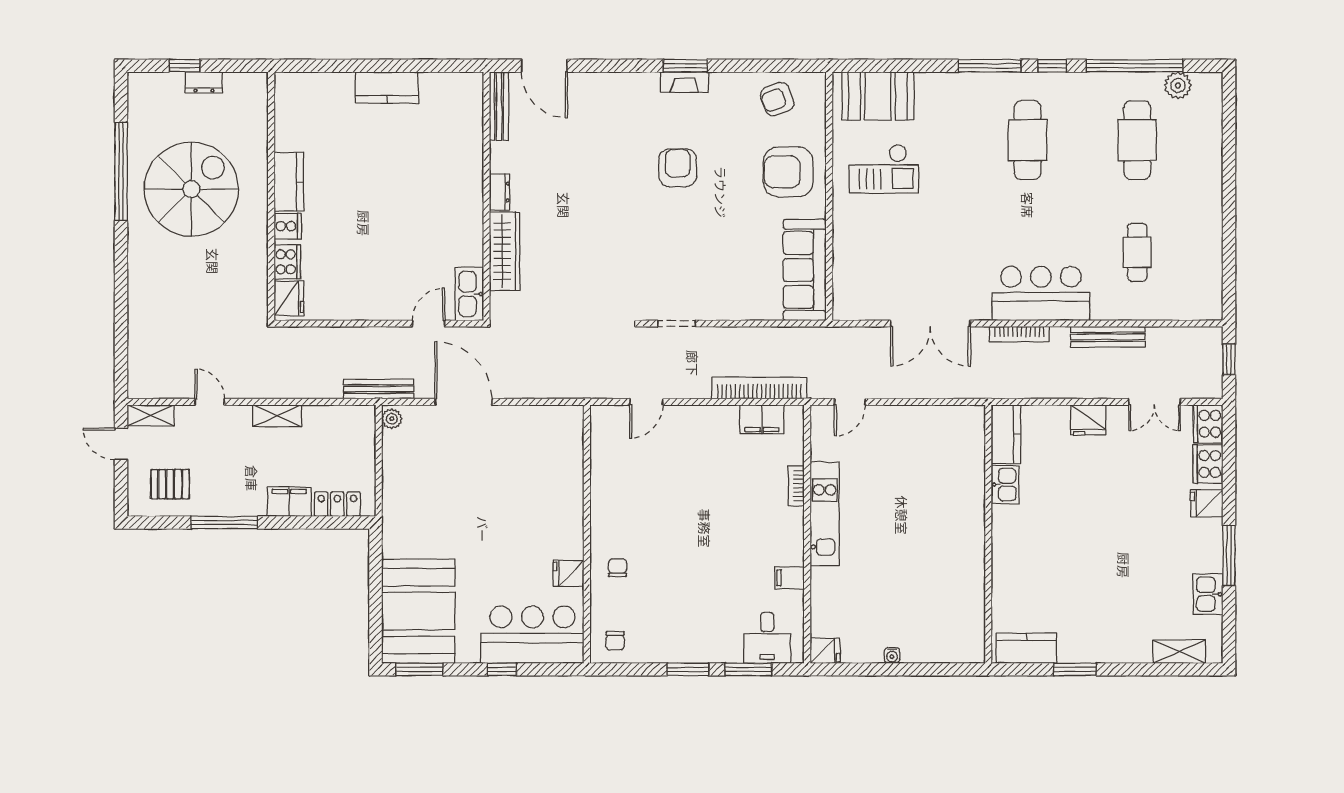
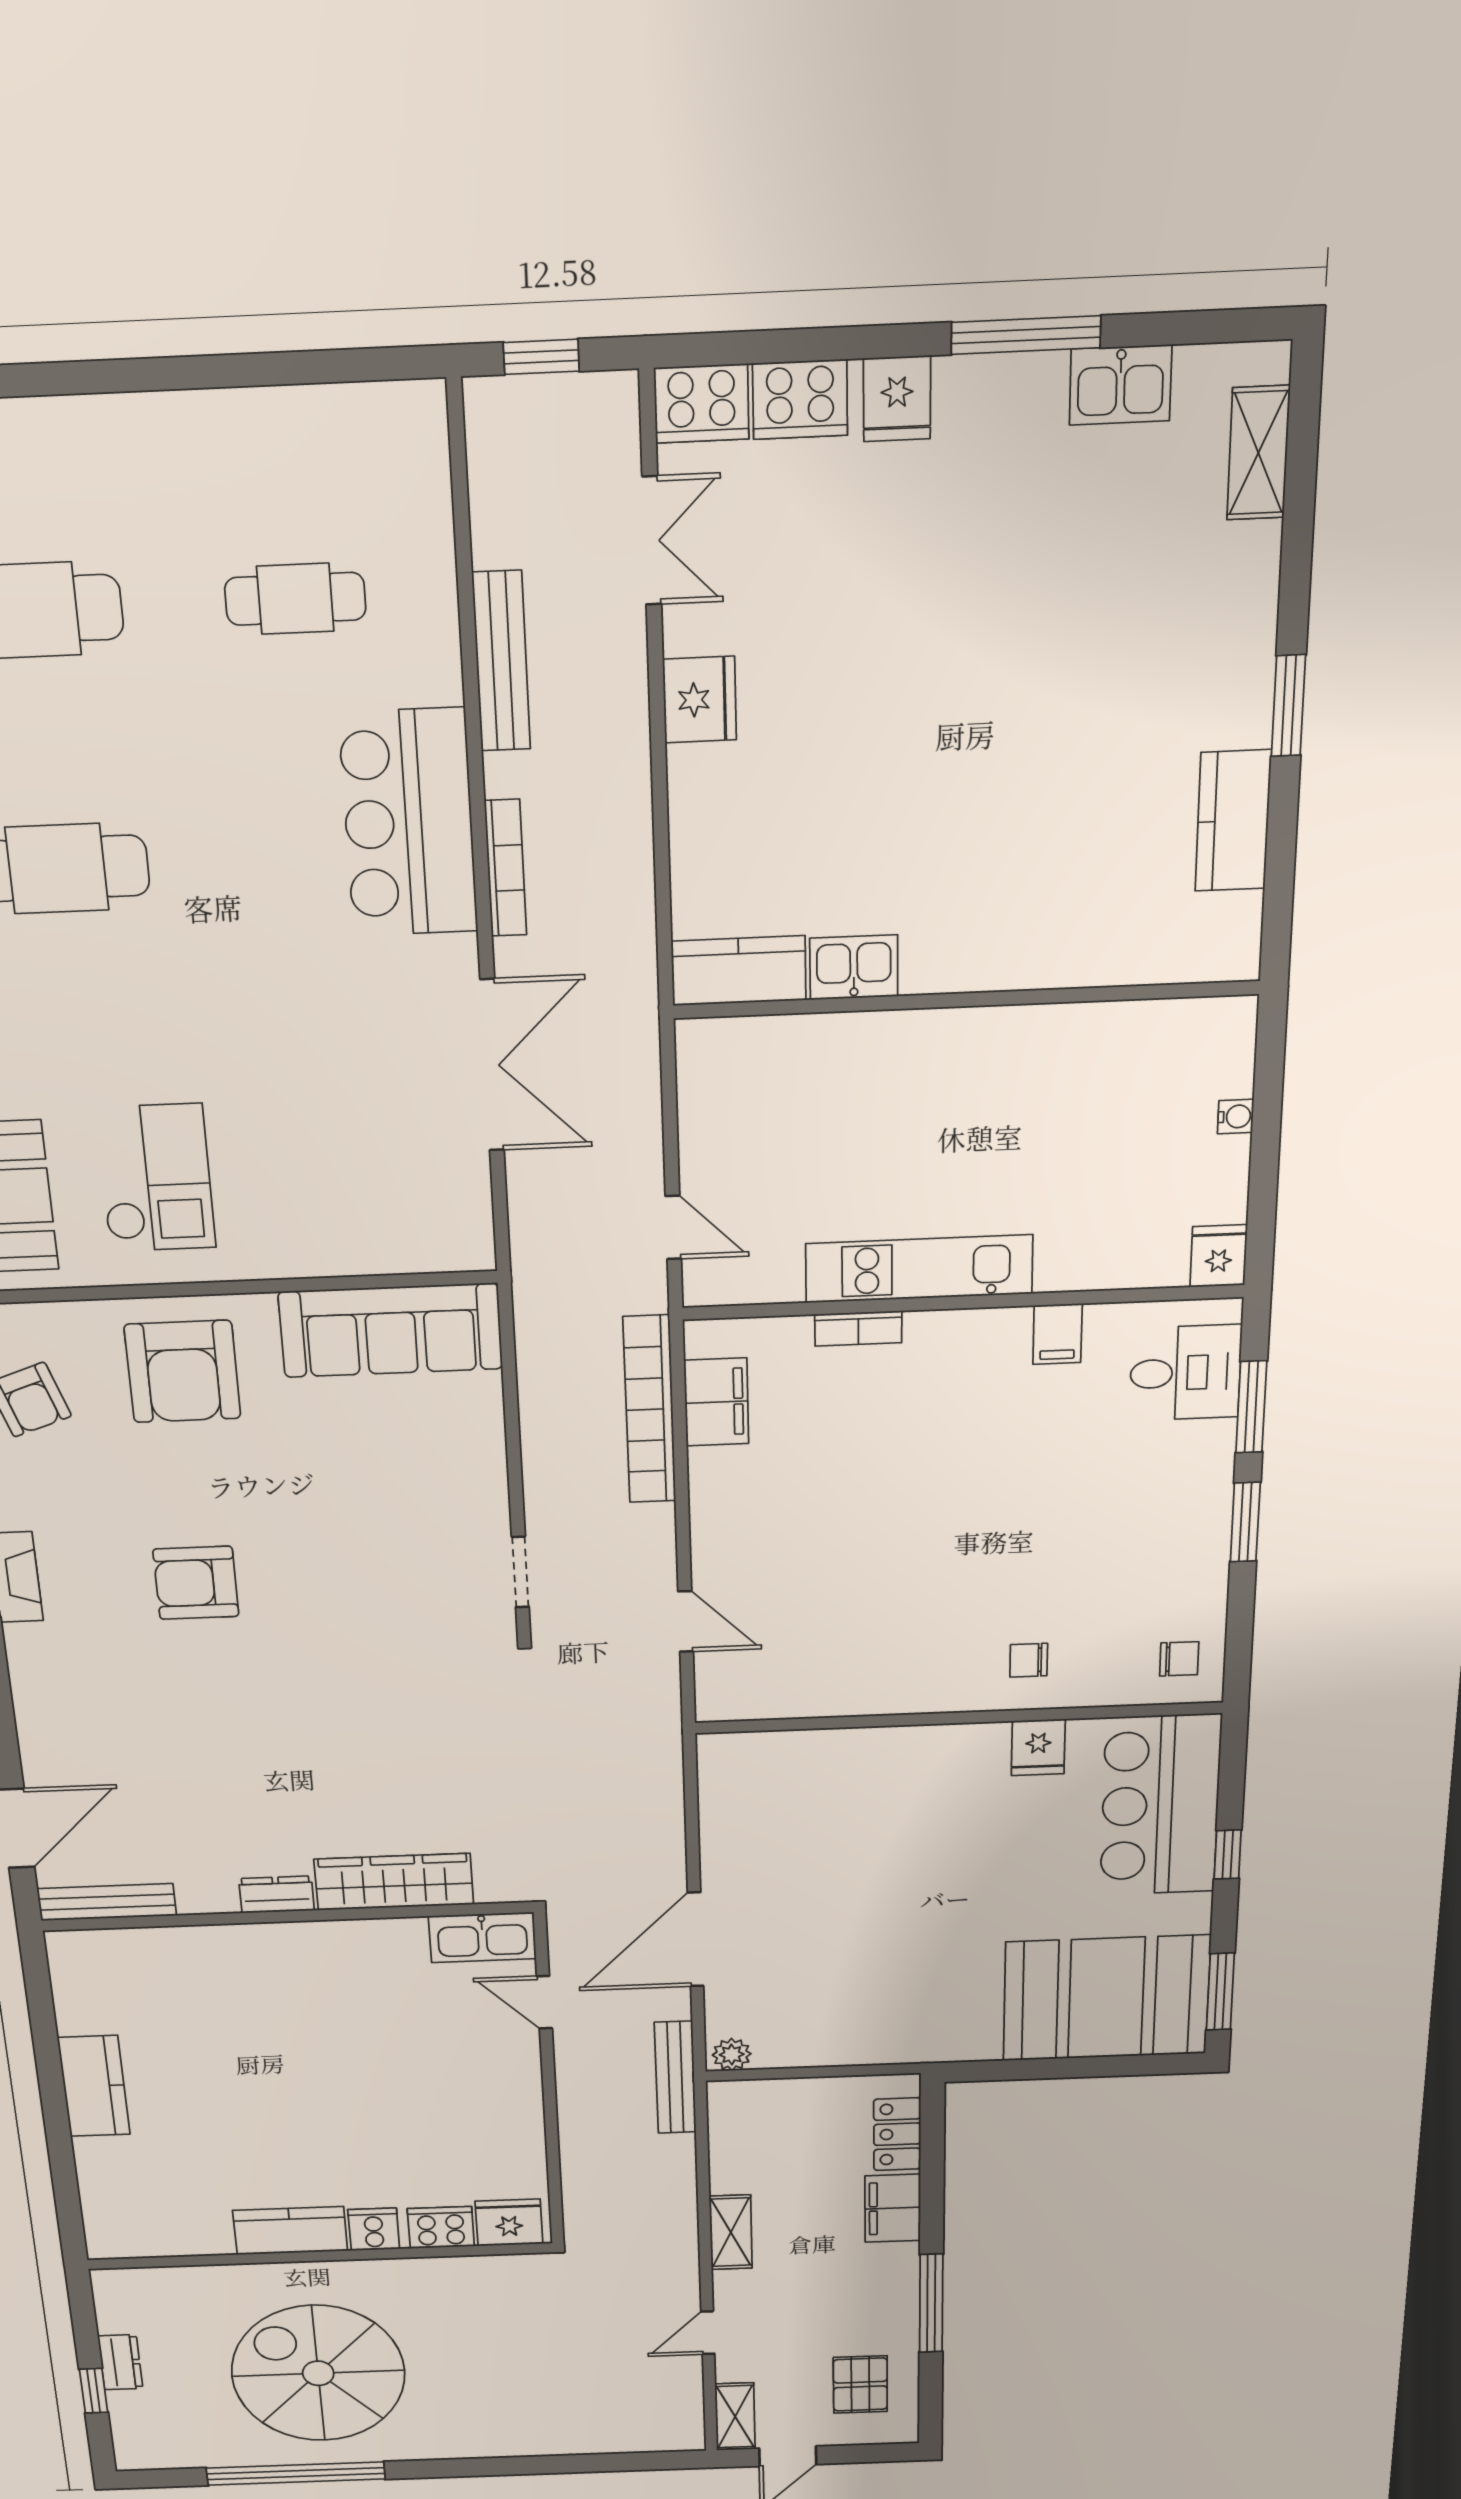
kitchen counter: (1006, 434) -> (739, 971), moved
kitchen sink: (1005, 485) -> (854, 967), moved
wall: (988, 534) -> (966, 1000), moved

